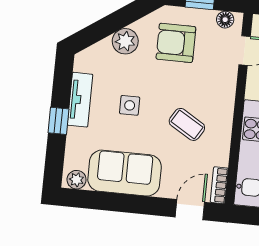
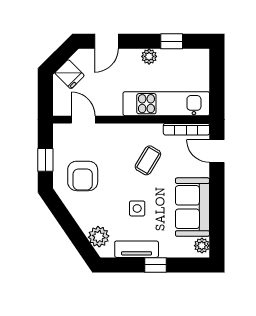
floor lamp: (225, 20) -> (60, 138), removed
plant: (125, 41) -> (99, 237), moved
bookcase: (219, 185) -> (186, 129), width x1.56

